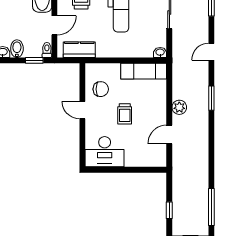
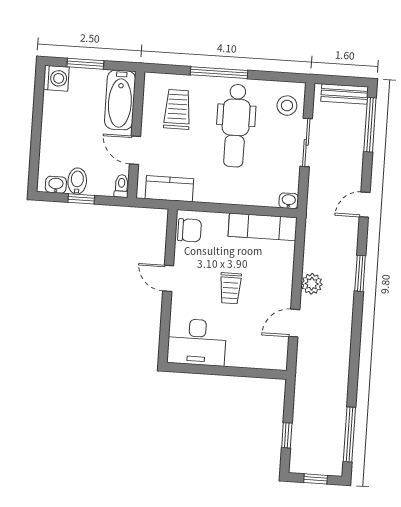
door: (54, 25) -> (135, 150), swing flipped
window: (34, 60) -> (81, 199), moved
chair: (101, 89) -> (189, 230), moved

